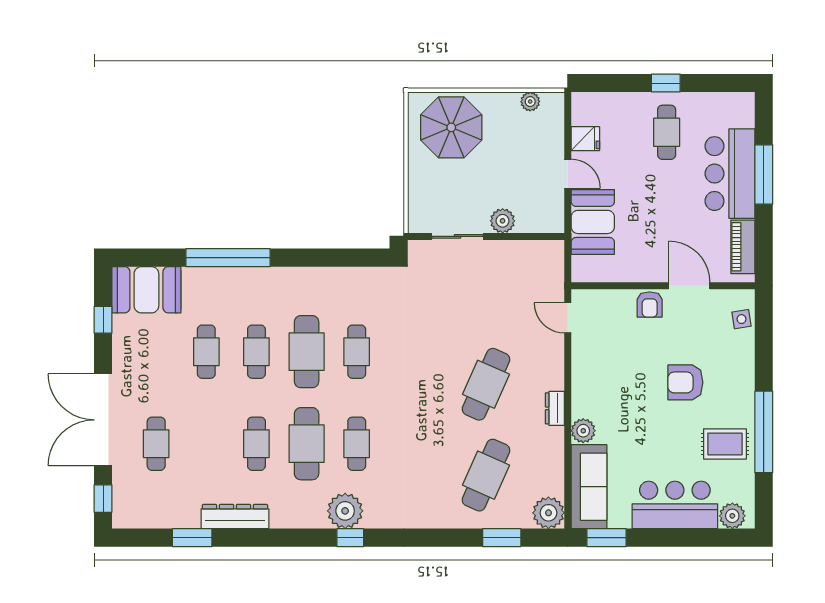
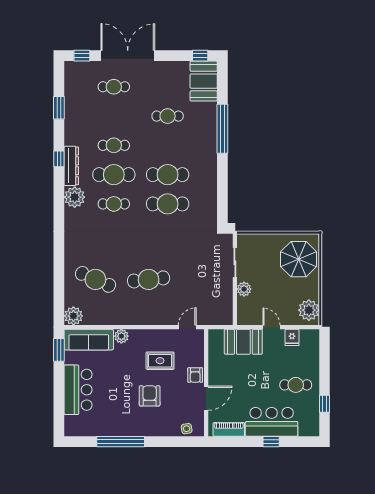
window: (666, 83) -> (324, 404), moved
plant: (530, 102) -> (309, 310), width x1.88, depth x1.88
door: (568, 174) -> (271, 327), swing flipped
window: (764, 175) -> (271, 442), width x0.46
armchair: (650, 304) -> (195, 375), turned -90
window: (103, 320) -> (200, 56), moved
cafe table: (256, 352) -> (168, 145), removed
cafe table: (357, 352) -> (168, 204), width x1.37, depth x1.35
cafe table: (486, 384) -> (149, 279), turned -30
dresser: (555, 408) -> (134, 320), removed
rug: (725, 444) -> (160, 361), moved, turned 90
plant: (732, 516) -> (72, 423), removed
dresser: (235, 517) -> (71, 166), moved
window: (350, 538) -> (59, 159), moved
window: (502, 538) -> (59, 289), removed

